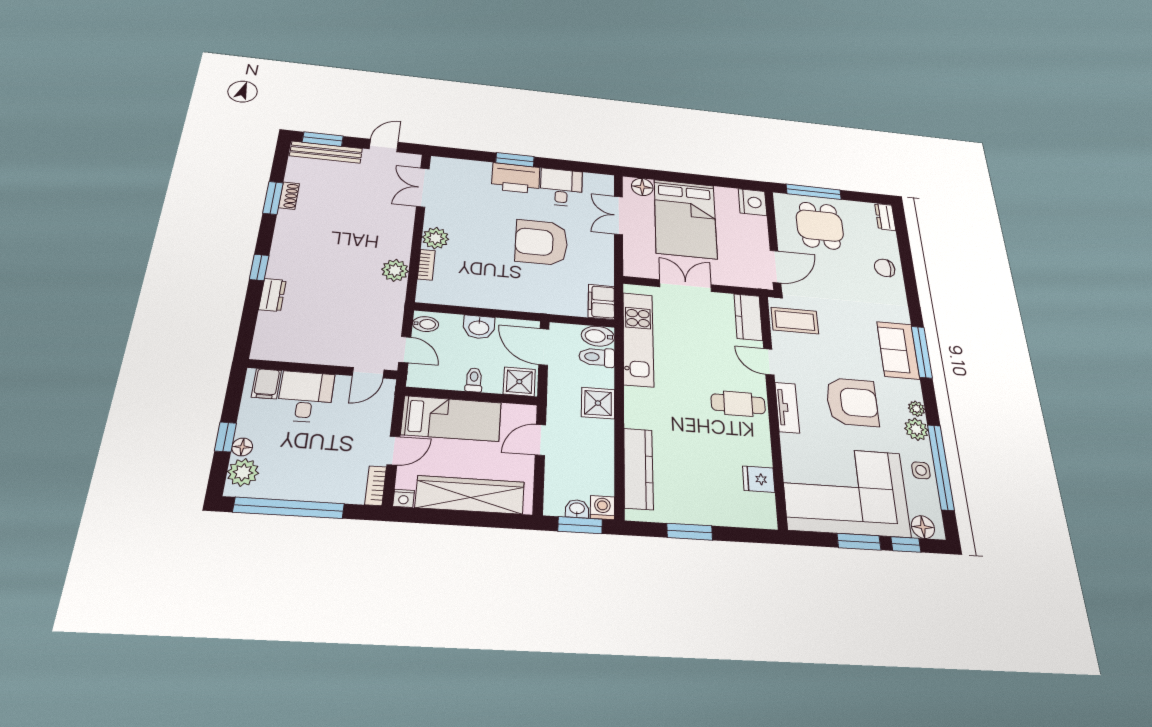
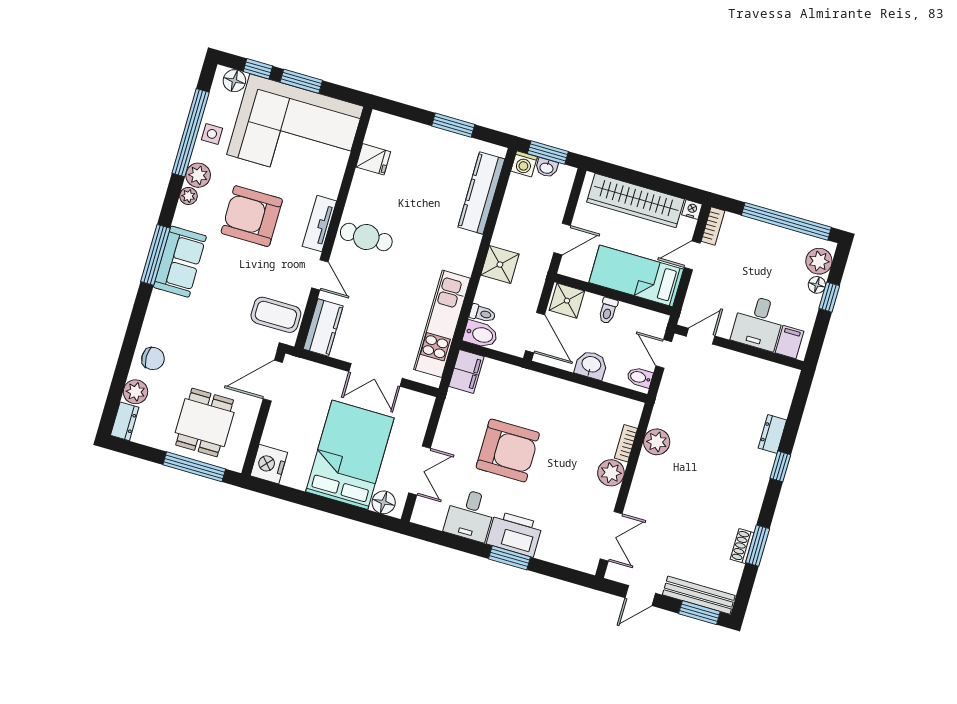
plant: (887, 240) -> (135, 392), added
toilet: (597, 357) -> (482, 314), width x0.73, depth x0.72

